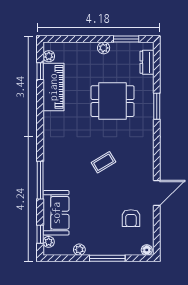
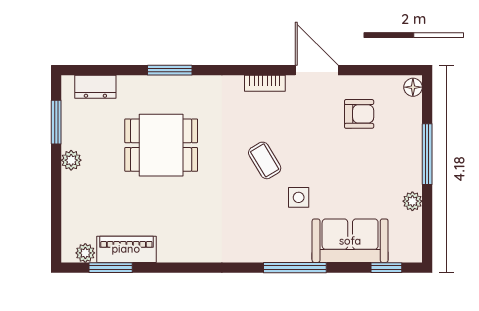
window: (40, 71) -> (111, 268), width x1.50
piano: (53, 87) -> (126, 249), width x0.73, depth x0.75
dining table: (113, 101) -> (161, 145), turned 90
bookcase: (149, 162) -> (265, 83), added
side table: (82, 182) -> (299, 197), added
plant: (49, 242) -> (399, 253), removed

